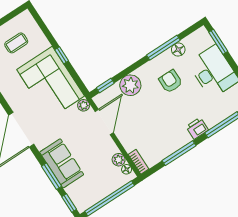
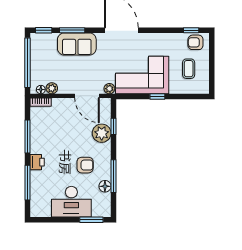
window: (105, 86) -> (114, 126), moved

